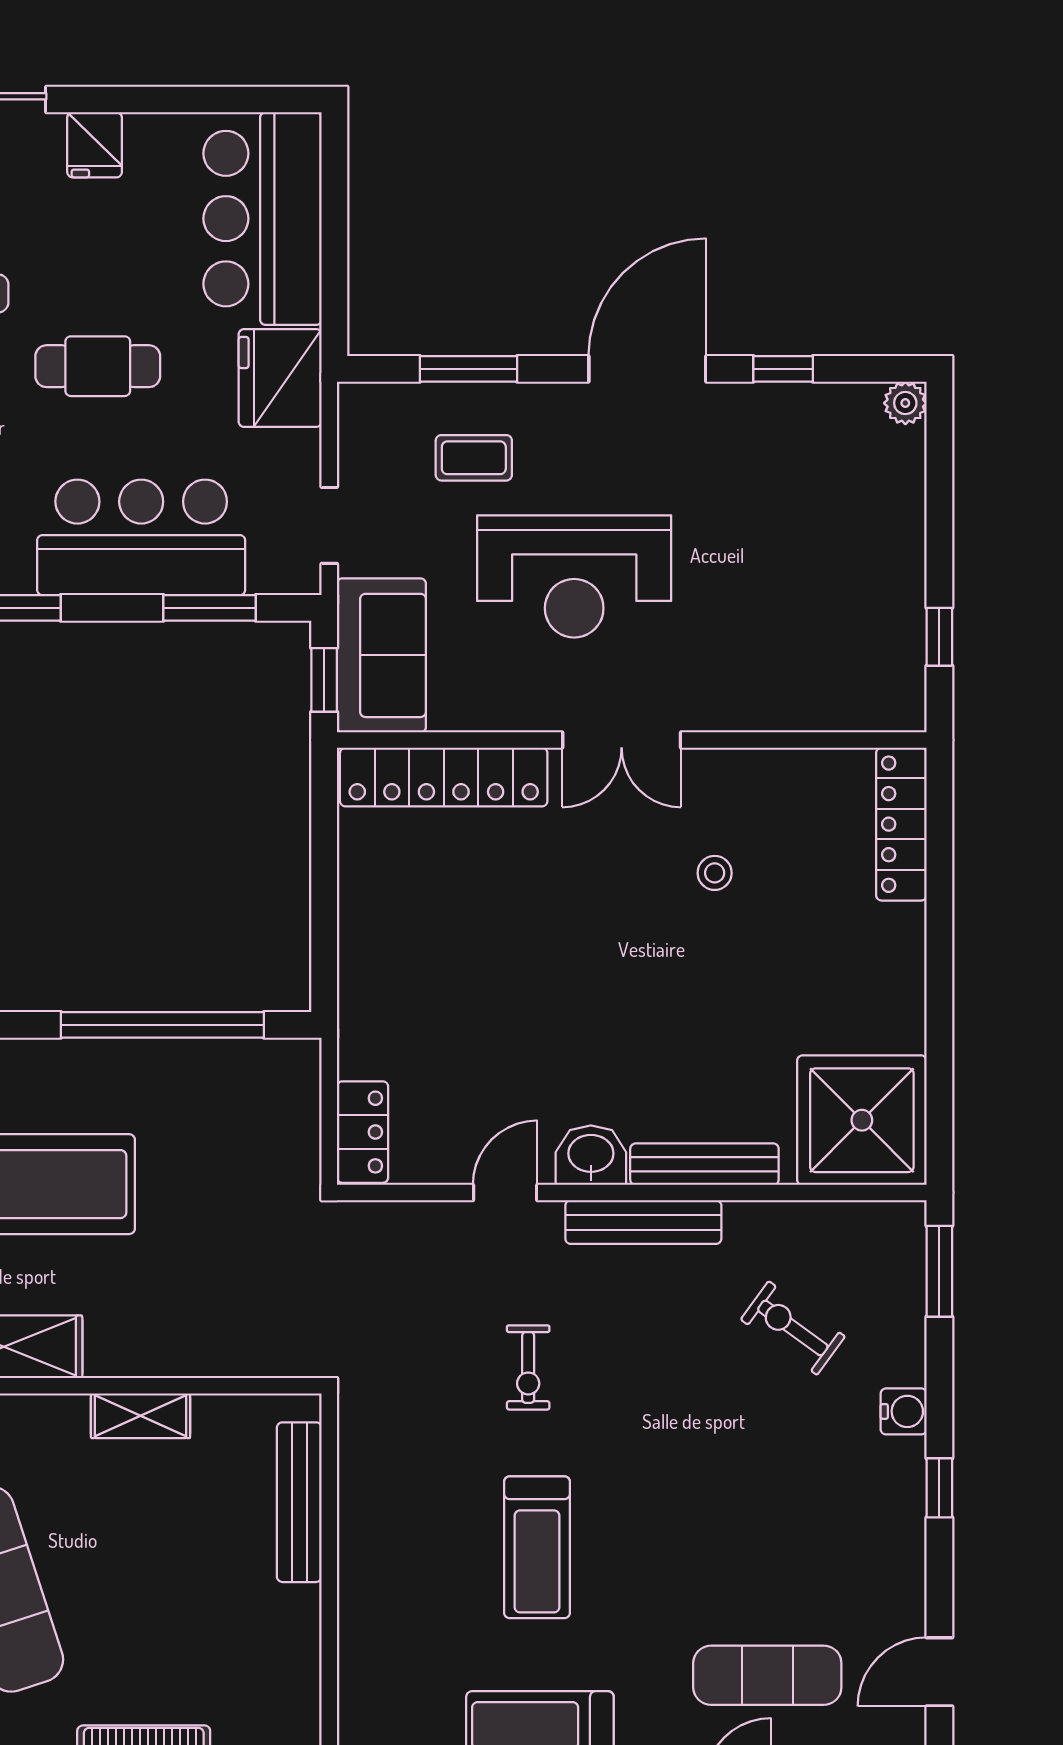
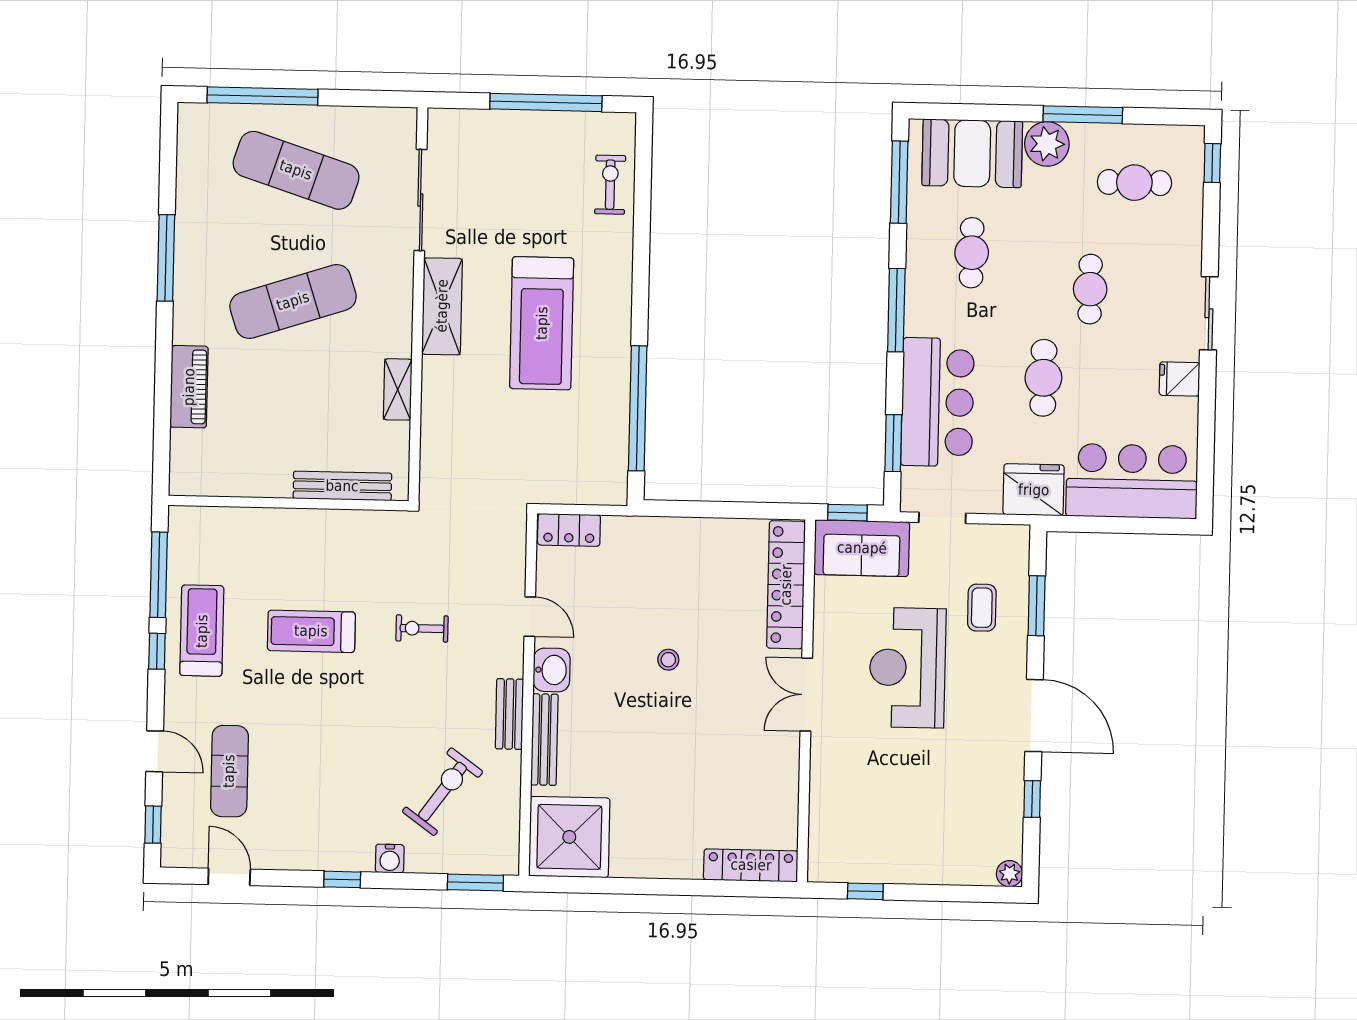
stool: (715, 873) -> (668, 660), moved
bench: (643, 1222) -> (509, 714), width x0.73
exercise bike: (793, 1328) -> (443, 792), width x1.38, depth x1.39

